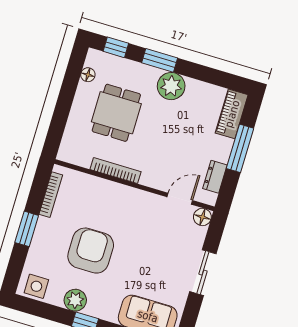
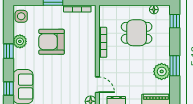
window: (160, 60) -> (175, 66), moved
plant: (171, 86) -> (162, 71), moved
armchair: (91, 251) -> (52, 42), turned 180

